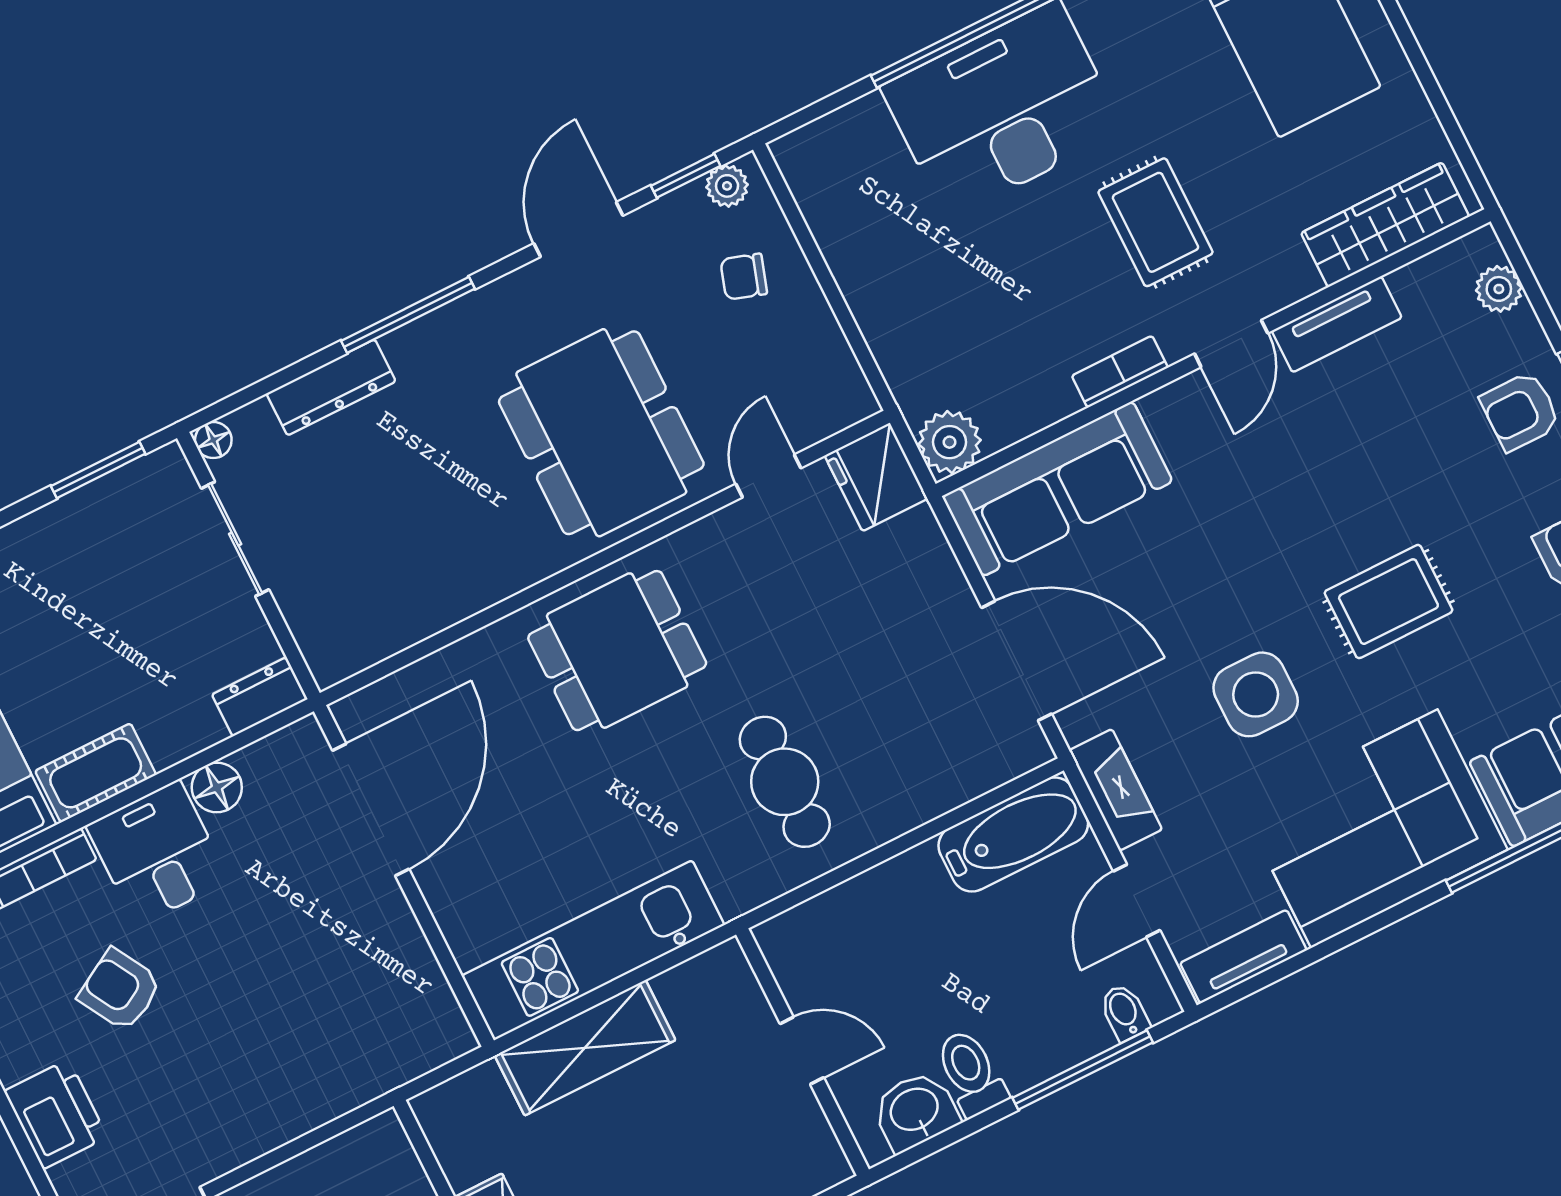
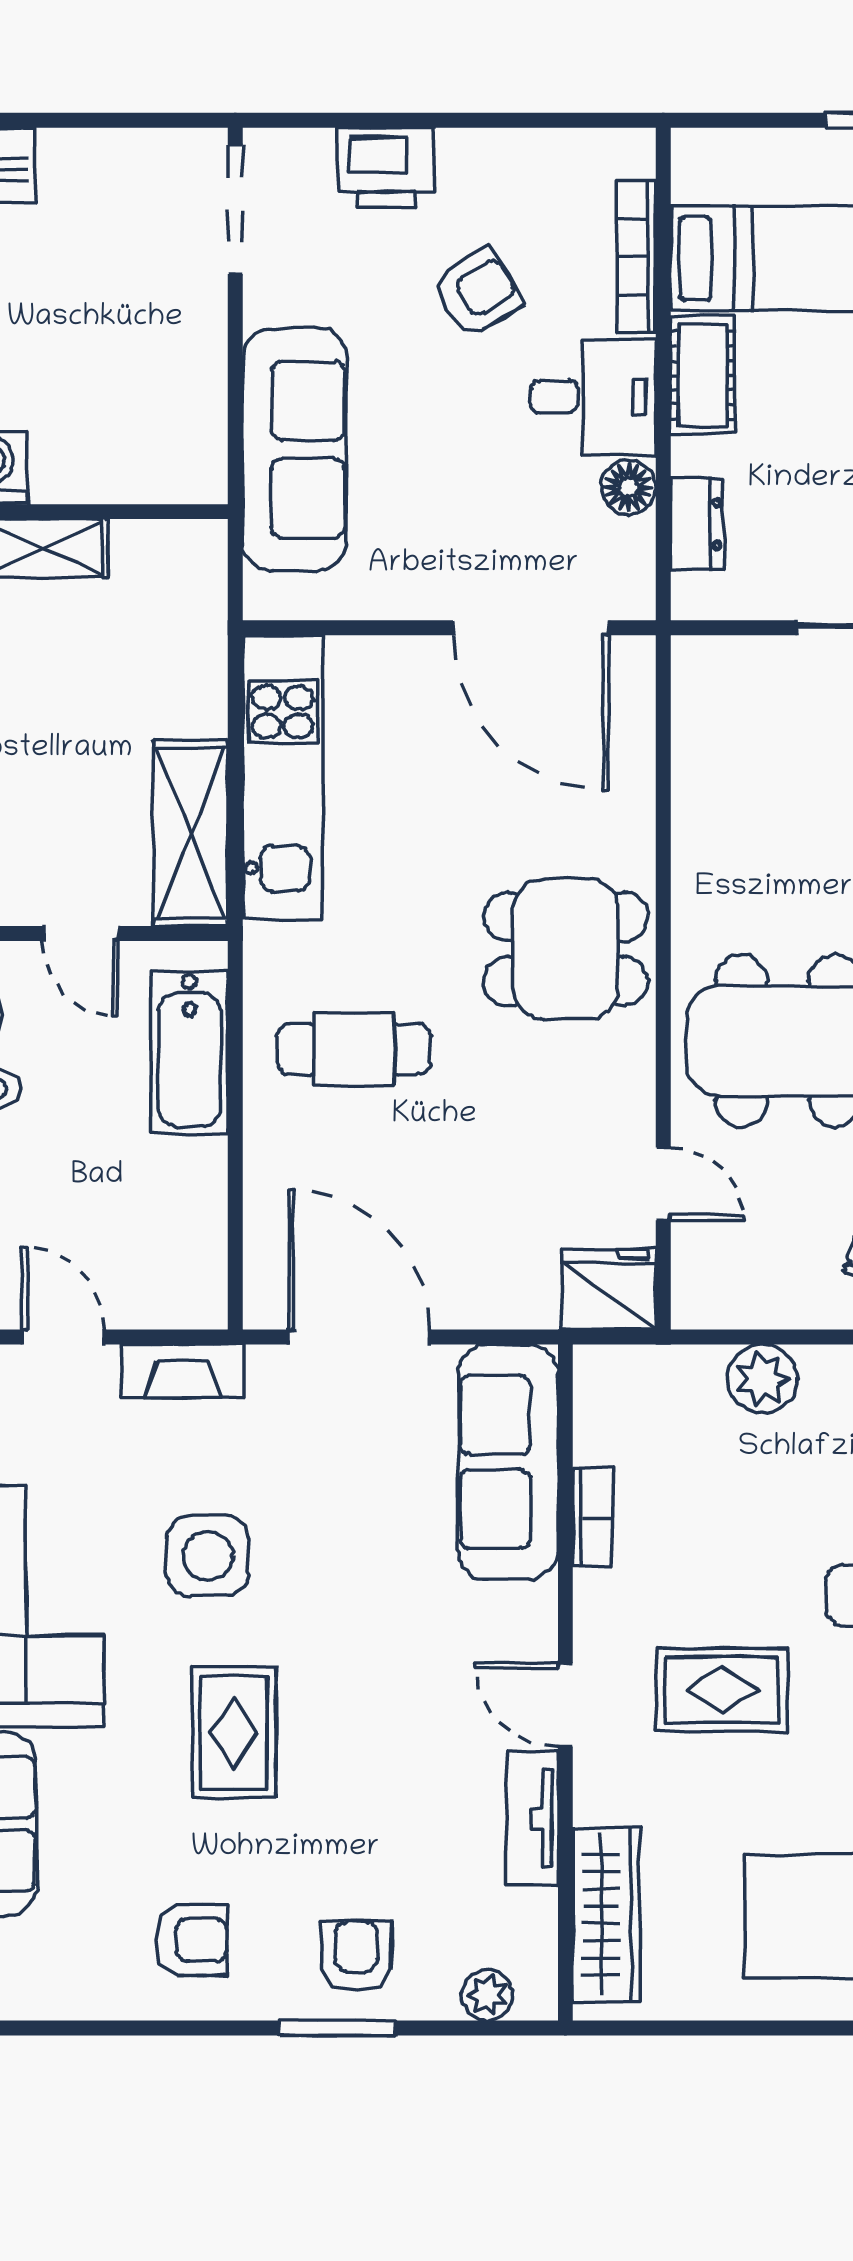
bookcase: (1120, 372) -> (593, 1517), moved
plant: (950, 442) -> (762, 1379), moved
dining table: (617, 651) -> (566, 949), turned 90
door: (1017, 661) -> (359, 1337), swing flipped
dresser: (260, 697) -> (697, 524), moved
bathtub: (1013, 834) -> (189, 1052), moved
shelving: (585, 1048) -> (191, 833), moved
door: (802, 1051) -> (81, 933), hinge flipped
sofa: (322, 1074) -> (294, 449), added

